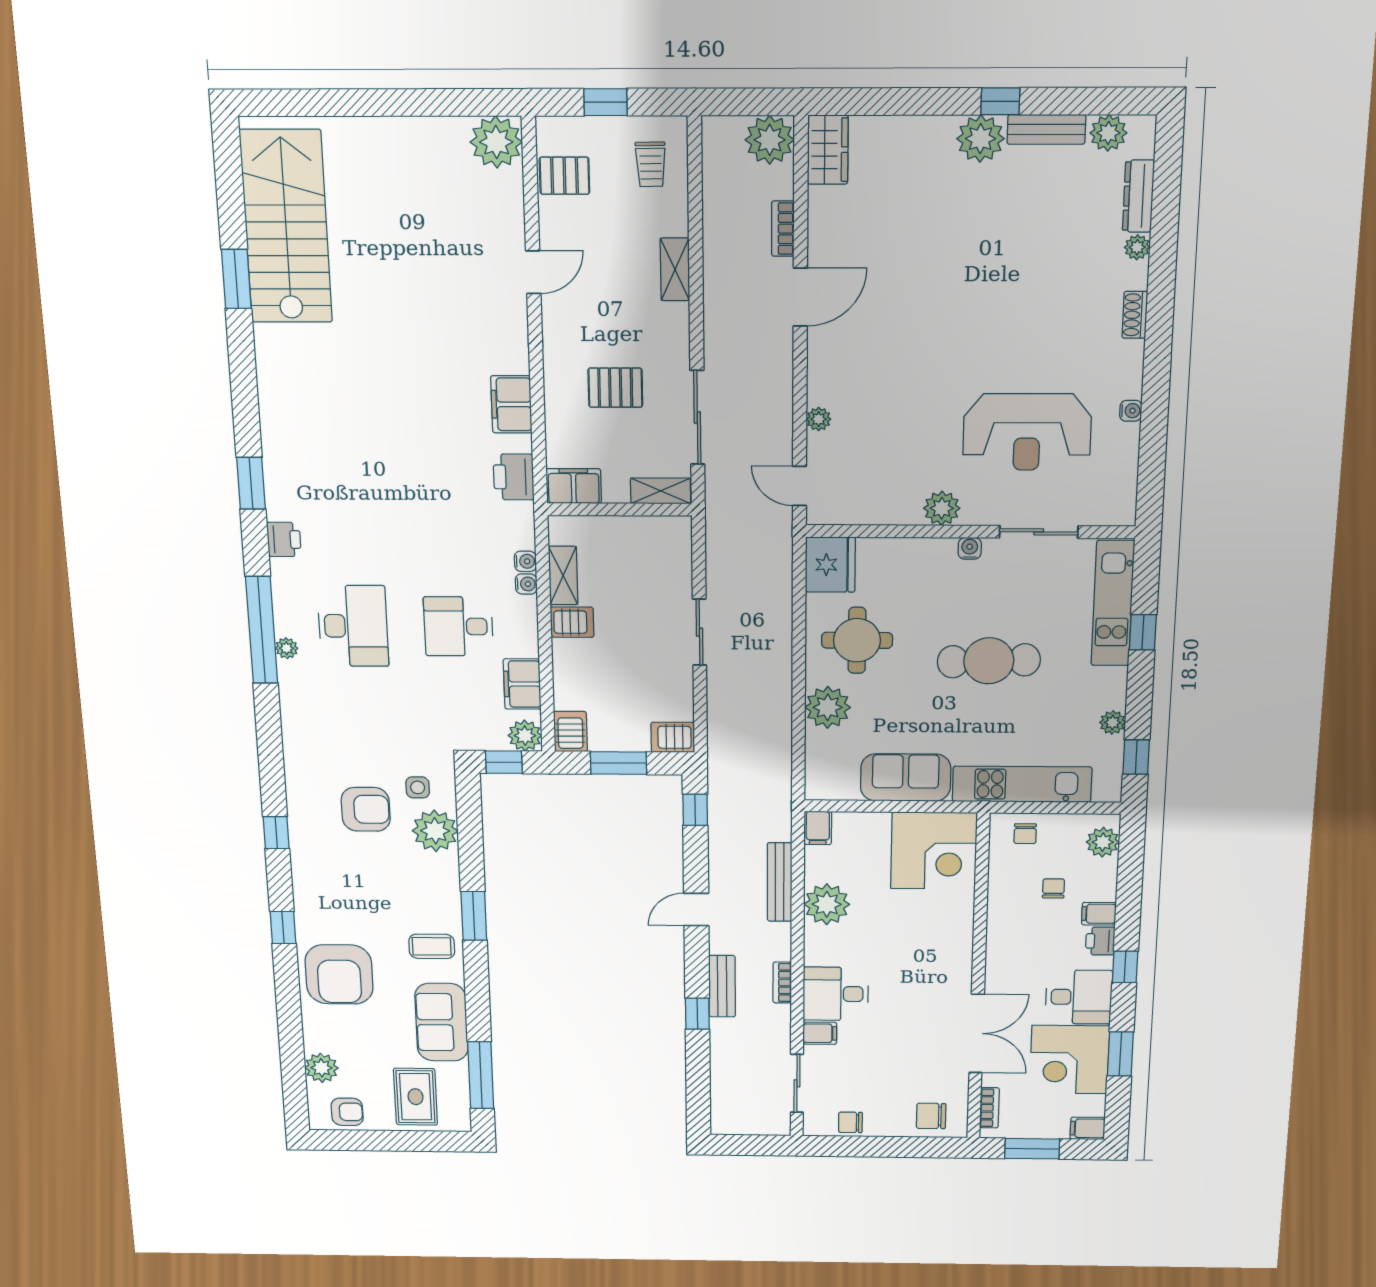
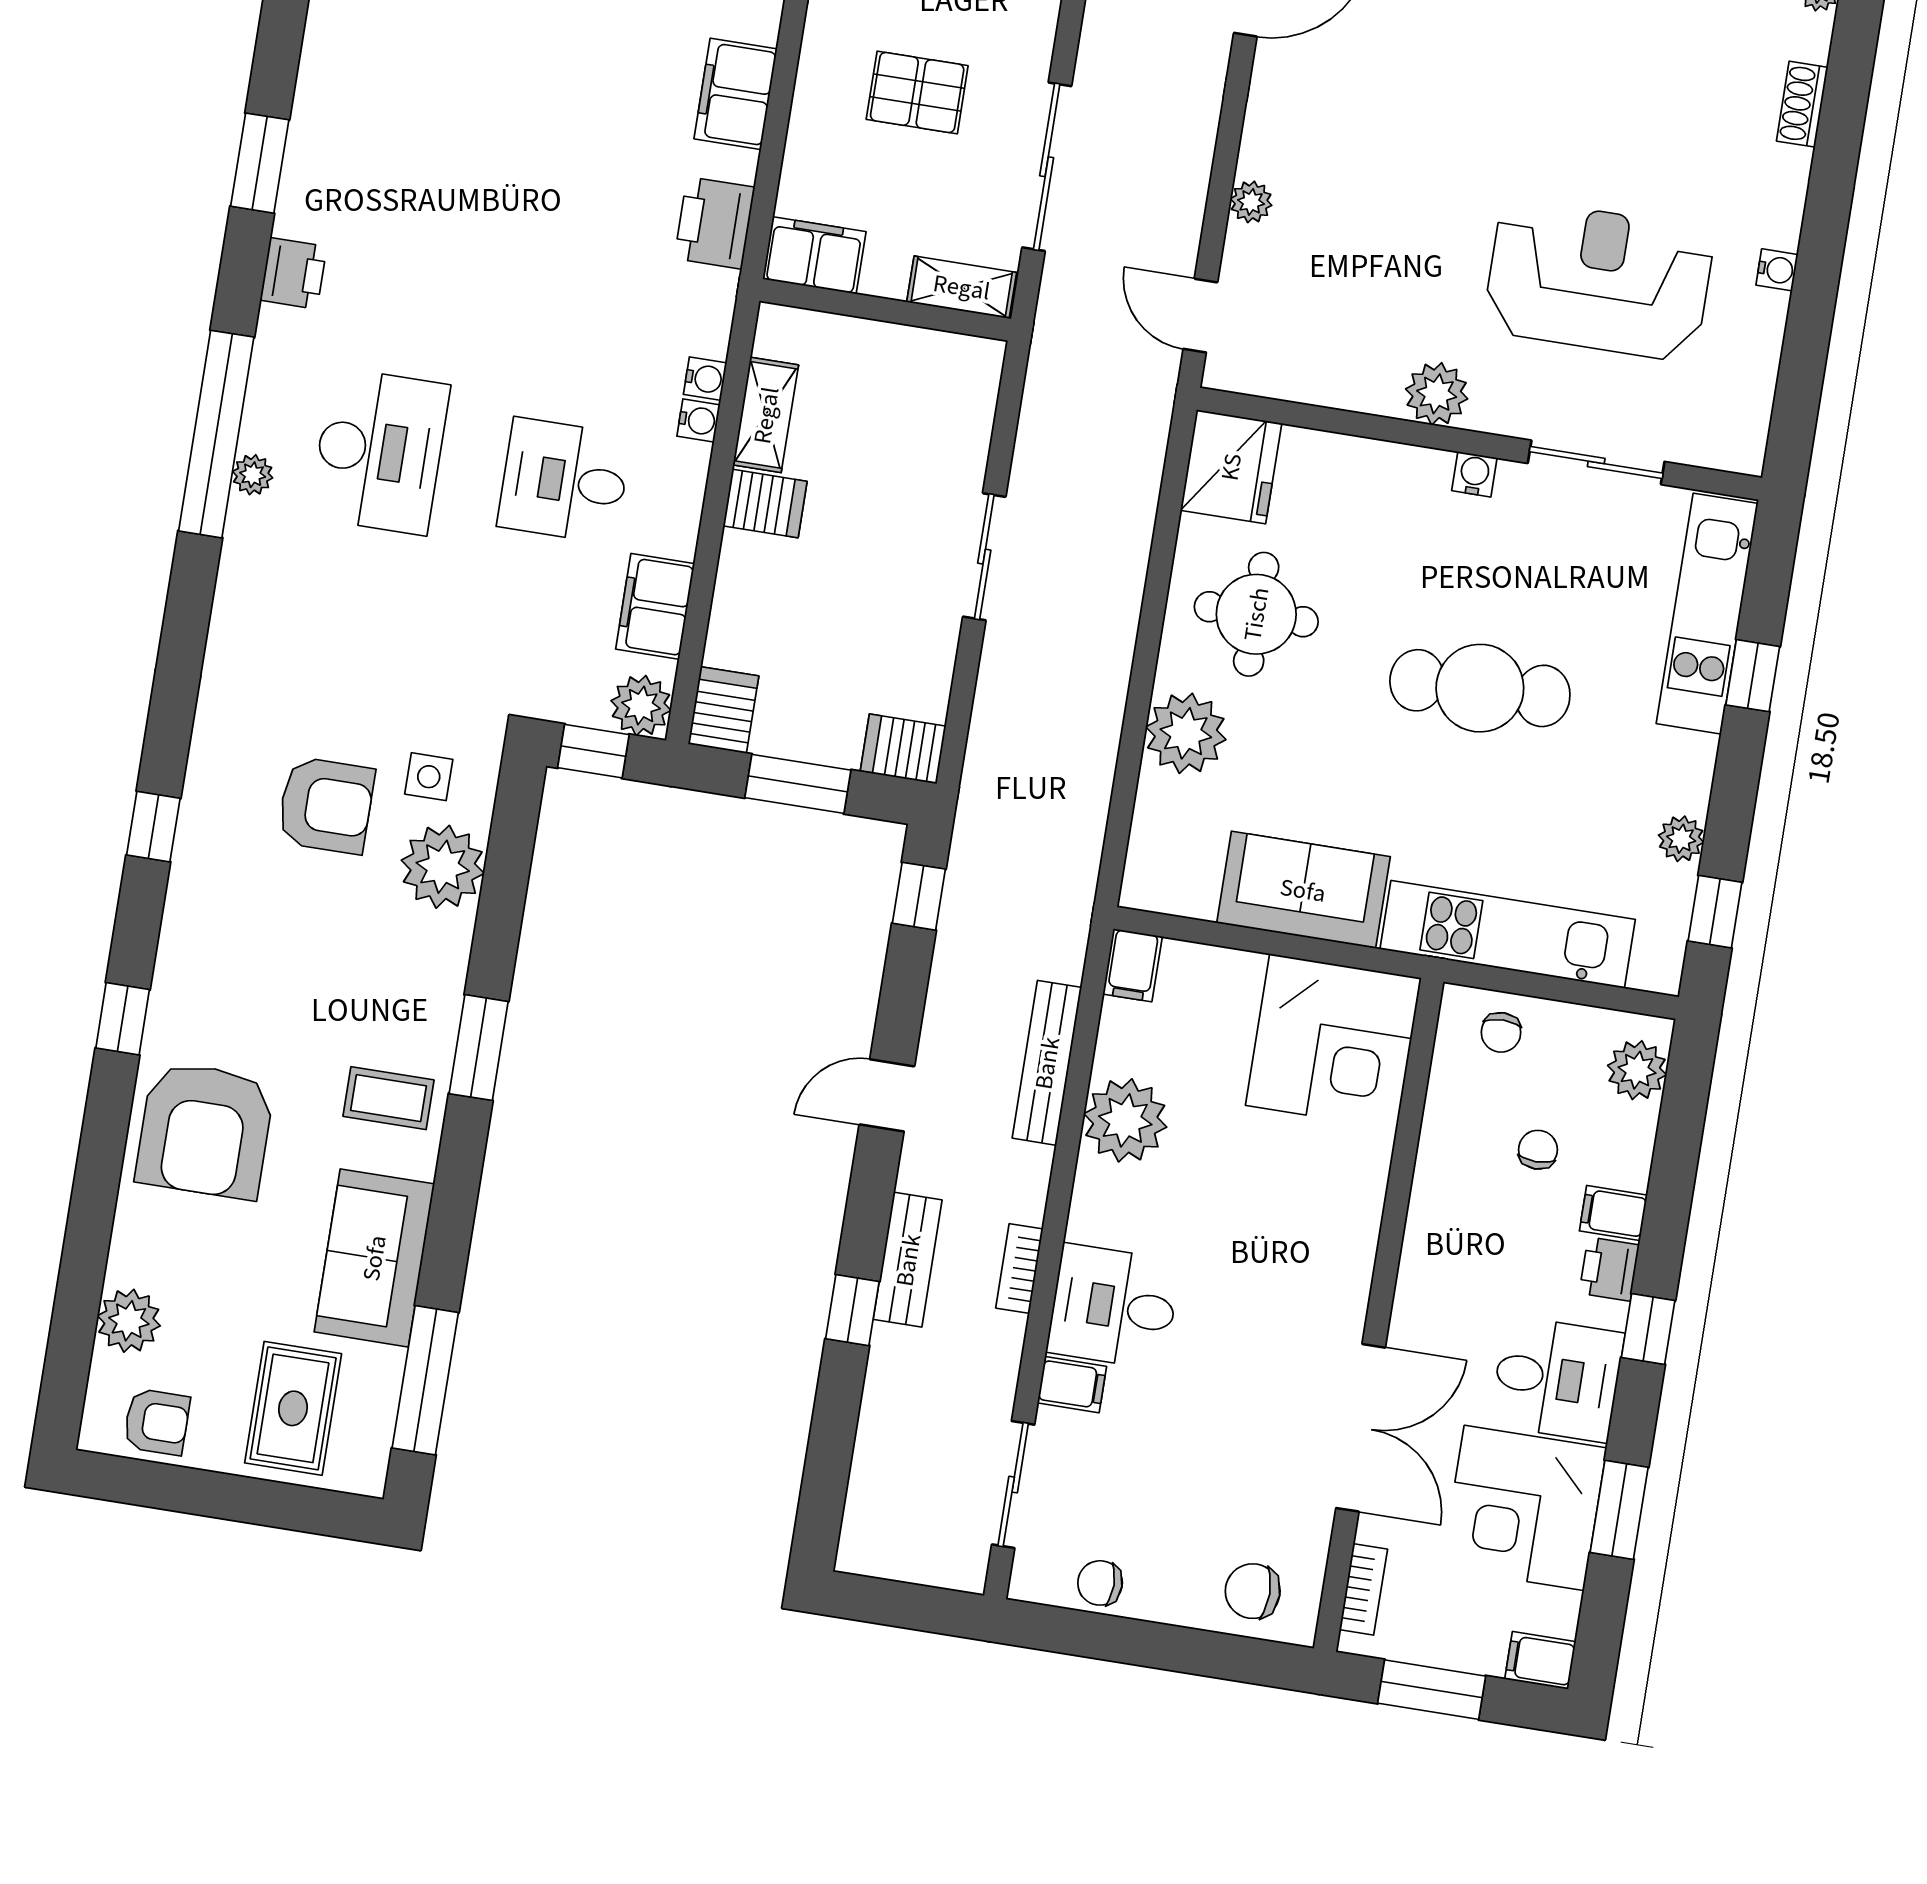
reception desk: (1027, 432) -> (1599, 280), turned 180

